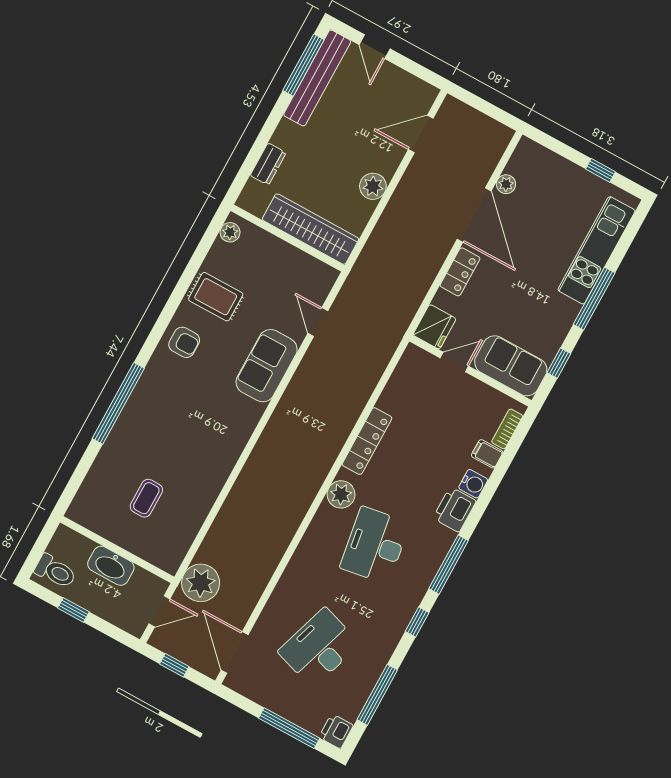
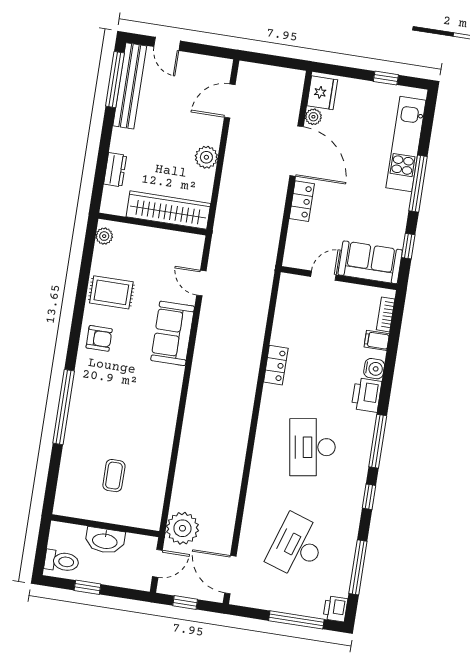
fridge: (434, 327) -> (322, 93), moved
locker: (367, 441) -> (276, 365), width x0.66
plant: (341, 494) -> (270, 416), removed

